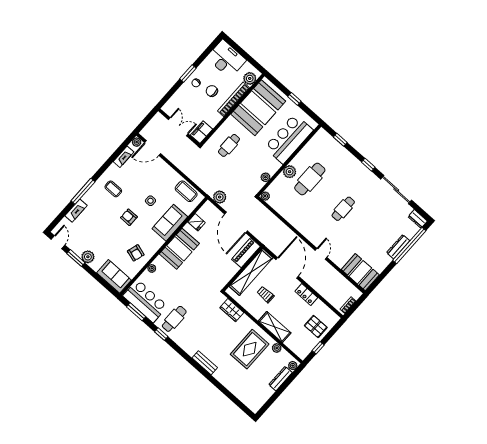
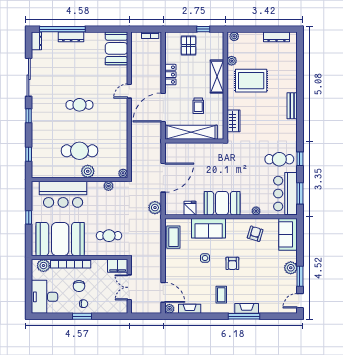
fireplace: (76, 211) -> (247, 308), moved
piano: (246, 253) -> (180, 149), removed
dresser: (281, 379) -> (277, 37), moved

